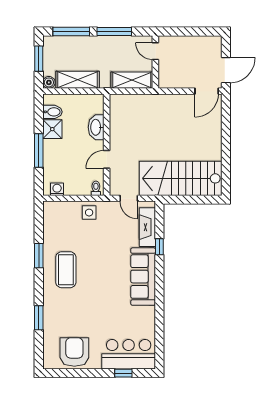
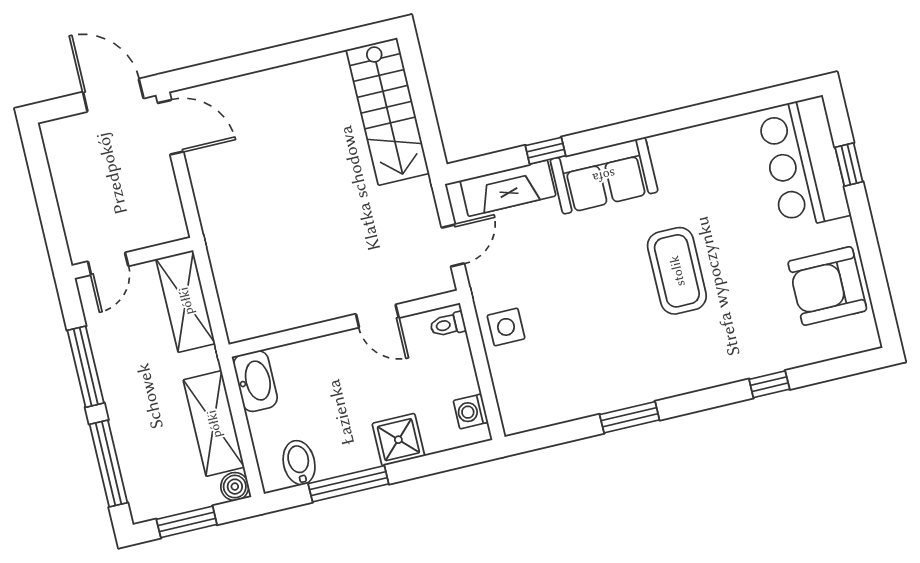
washbasin: (96, 127) -> (255, 381), moved, turned -90
shower: (52, 129) -> (398, 440), moved
window: (39, 150) -> (348, 484), moved
stairs: (181, 178) -> (388, 112), width x0.73, depth x0.66
coffee table: (66, 270) -> (677, 271), moved, turned 90
sofa: (143, 277) -> (604, 176), width x0.73
window: (39, 318) -> (769, 384), width x0.67

